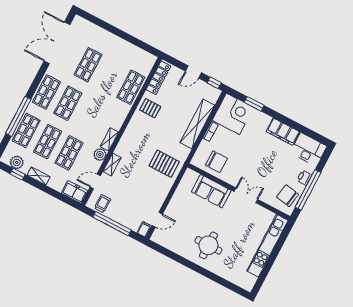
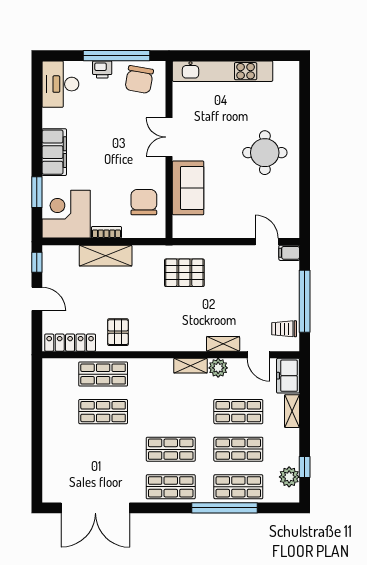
shop shelf: (88, 65) -> (103, 412), moved
shelving: (197, 124) -> (106, 256), width x0.68
filing cabinet: (283, 132) -> (54, 152), moved
pallet: (164, 164) -> (184, 273), turned 90
shelving: (39, 176) -> (292, 411), moved

